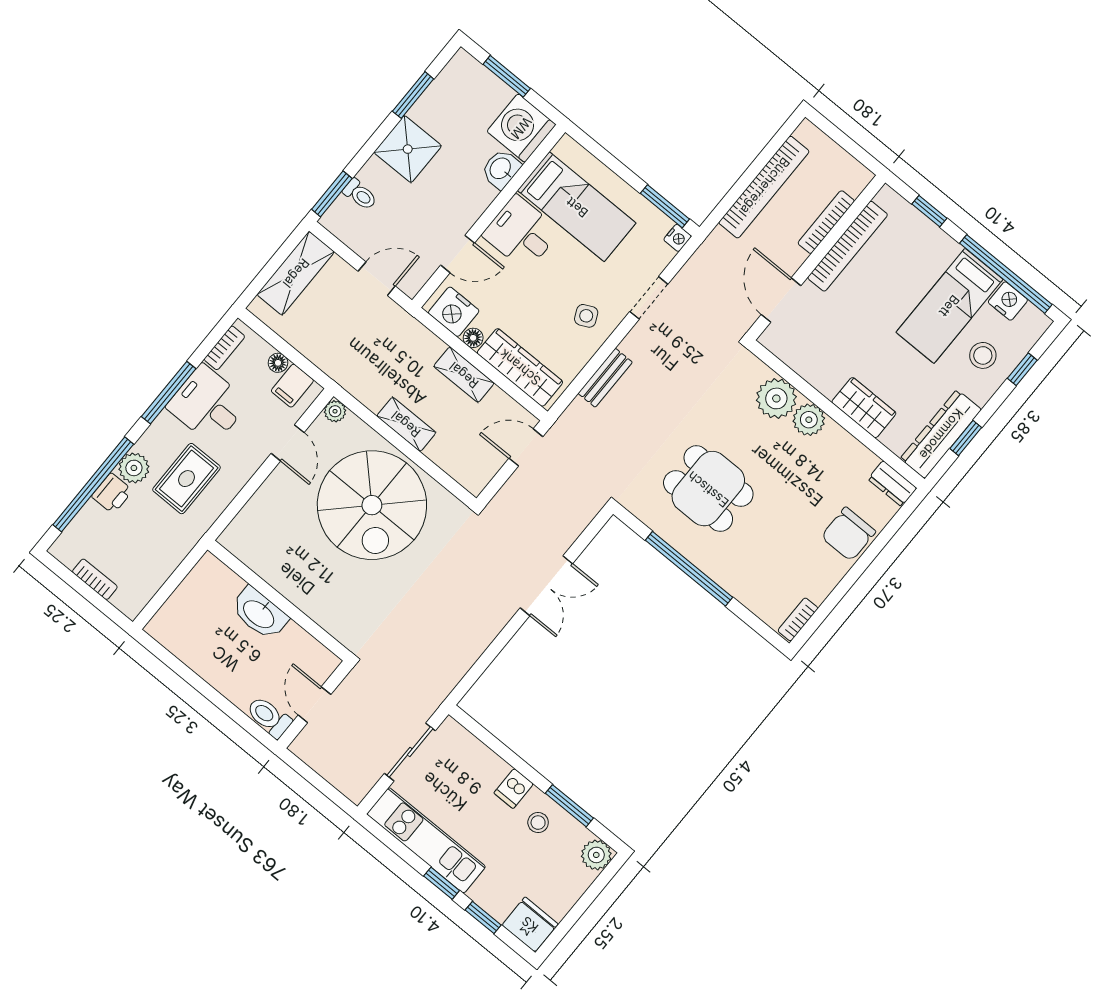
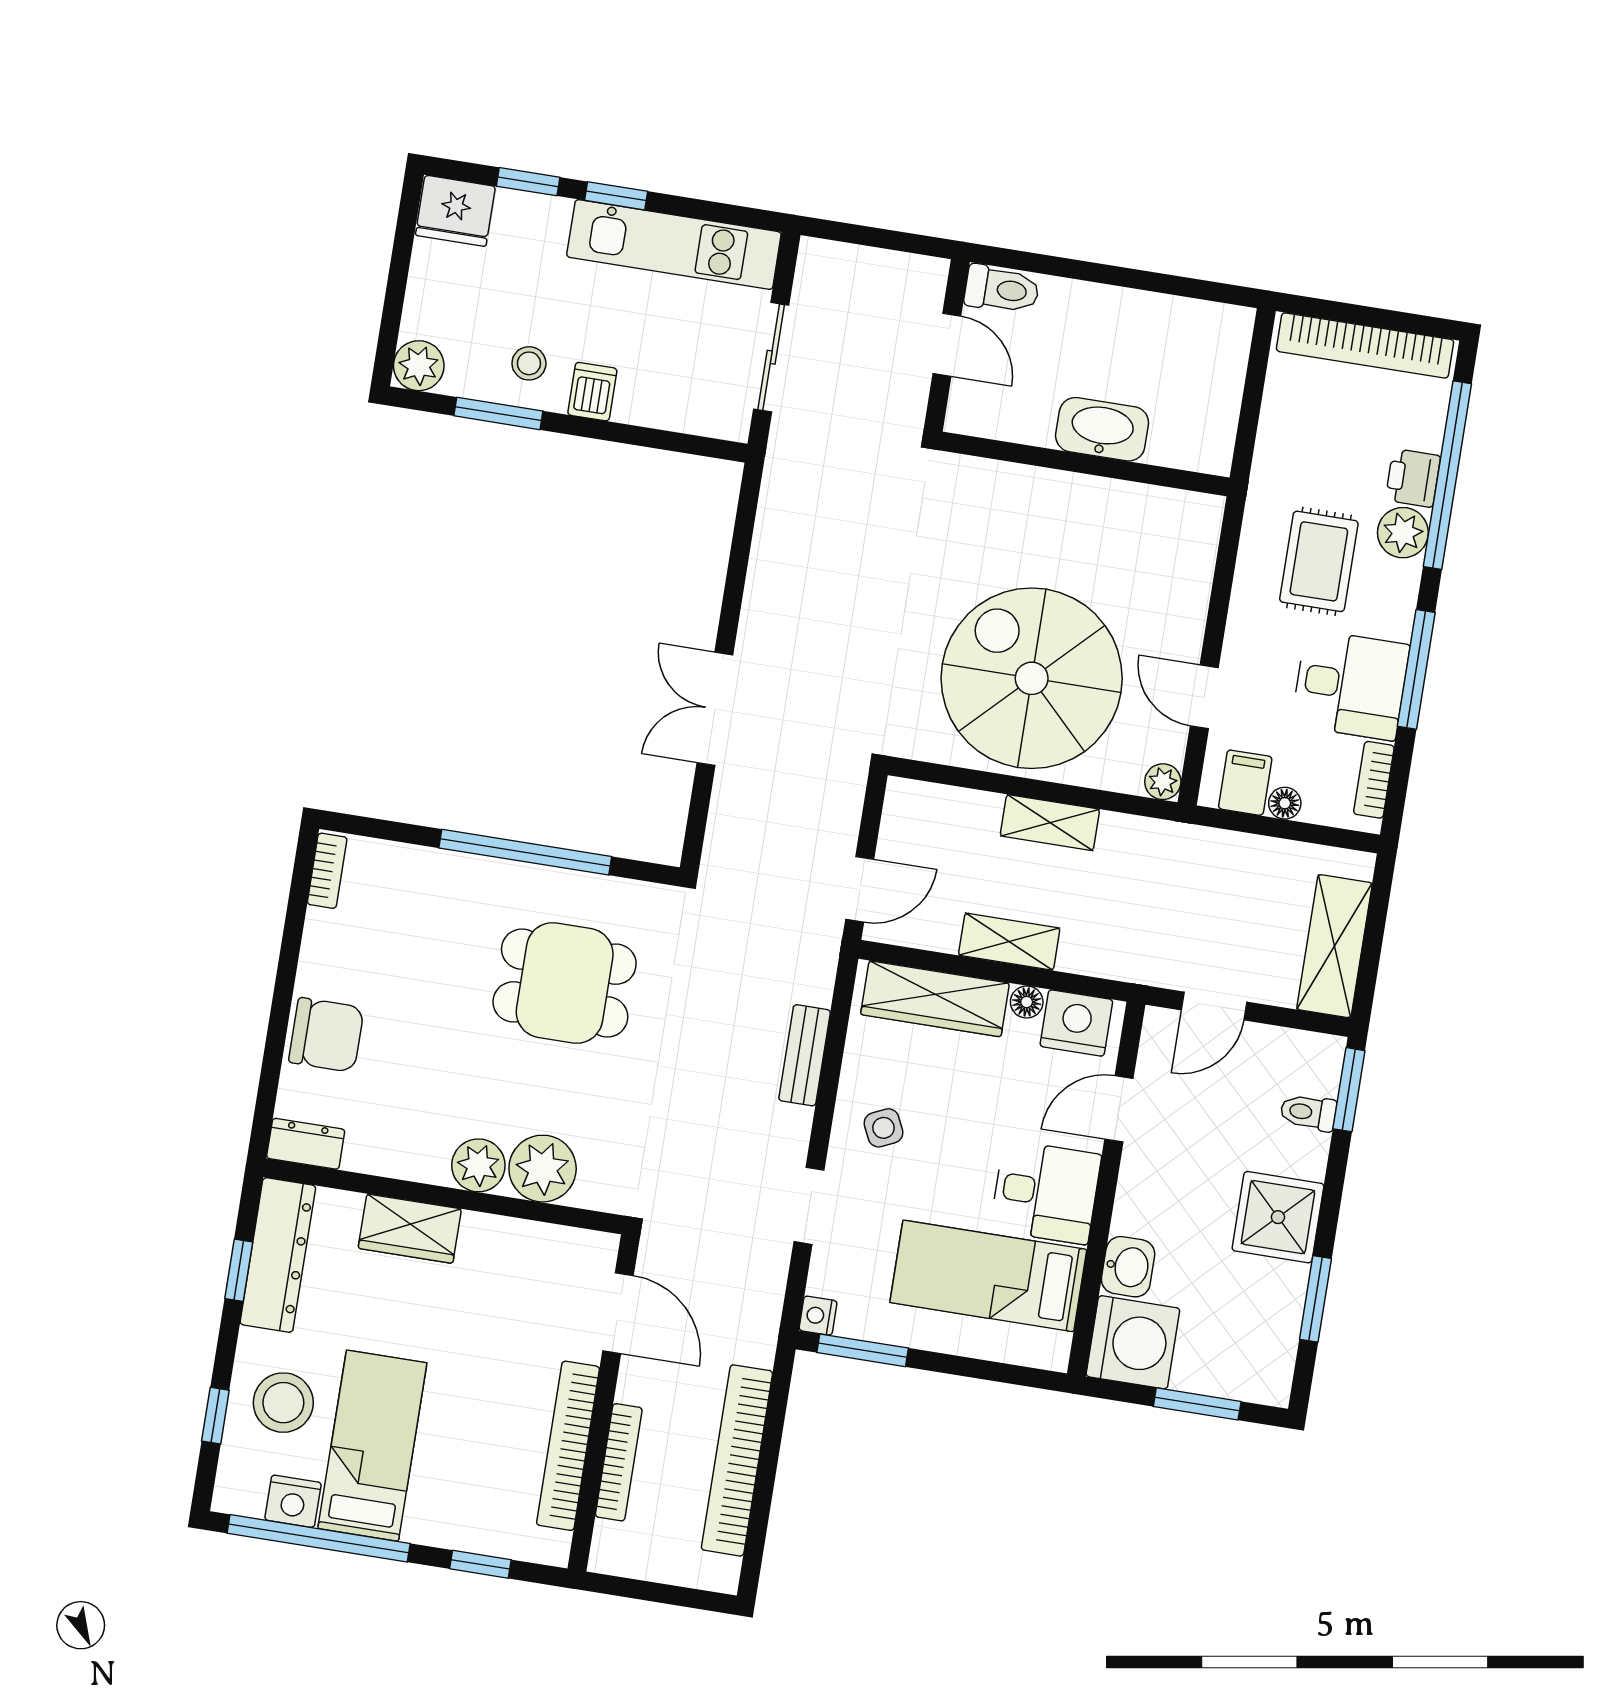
stool: (983, 355) -> (283, 1403), width x1.38, depth x1.38
chair: (848, 534) -> (326, 1035), turned 90
bookcase: (95, 579) -> (1365, 345), width x2.31, depth x1.31

